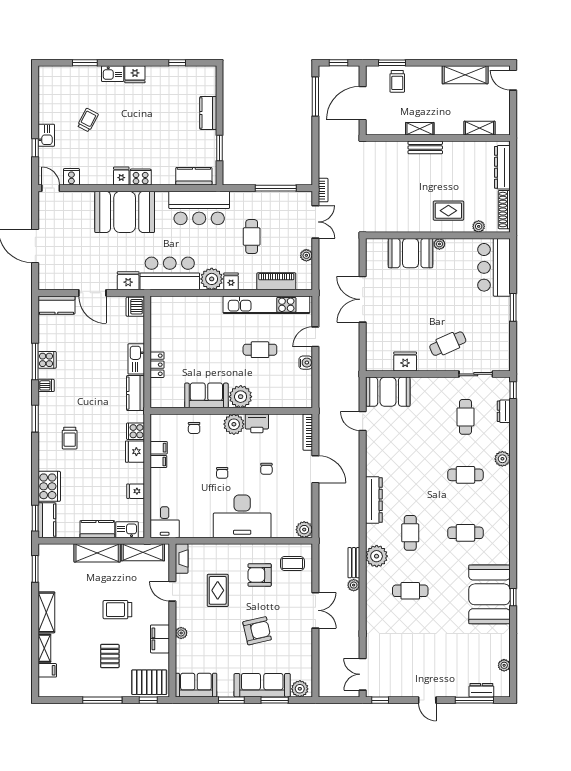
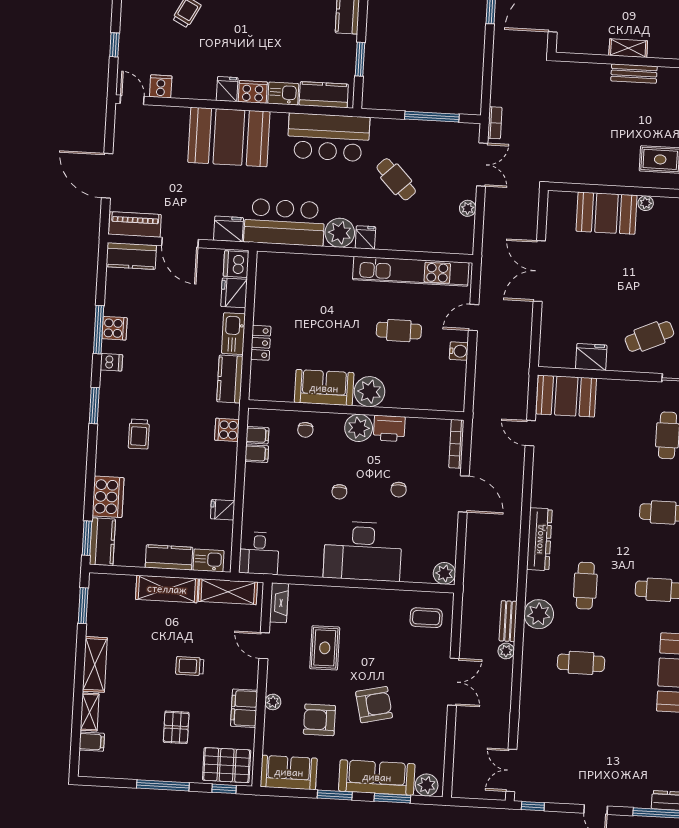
kitchen sink: (46, 135) -> (283, 94), moved, turned -90
cafe table: (252, 237) -> (396, 179), turned -44
piano: (276, 281) -> (135, 224), moved
fridge: (135, 452) -> (234, 293), moved
filing cabinet: (158, 461) -> (257, 435), moved
armchair: (260, 575) -> (319, 720), moved
trolley: (117, 610) -> (190, 666), width x0.73, depth x0.72

